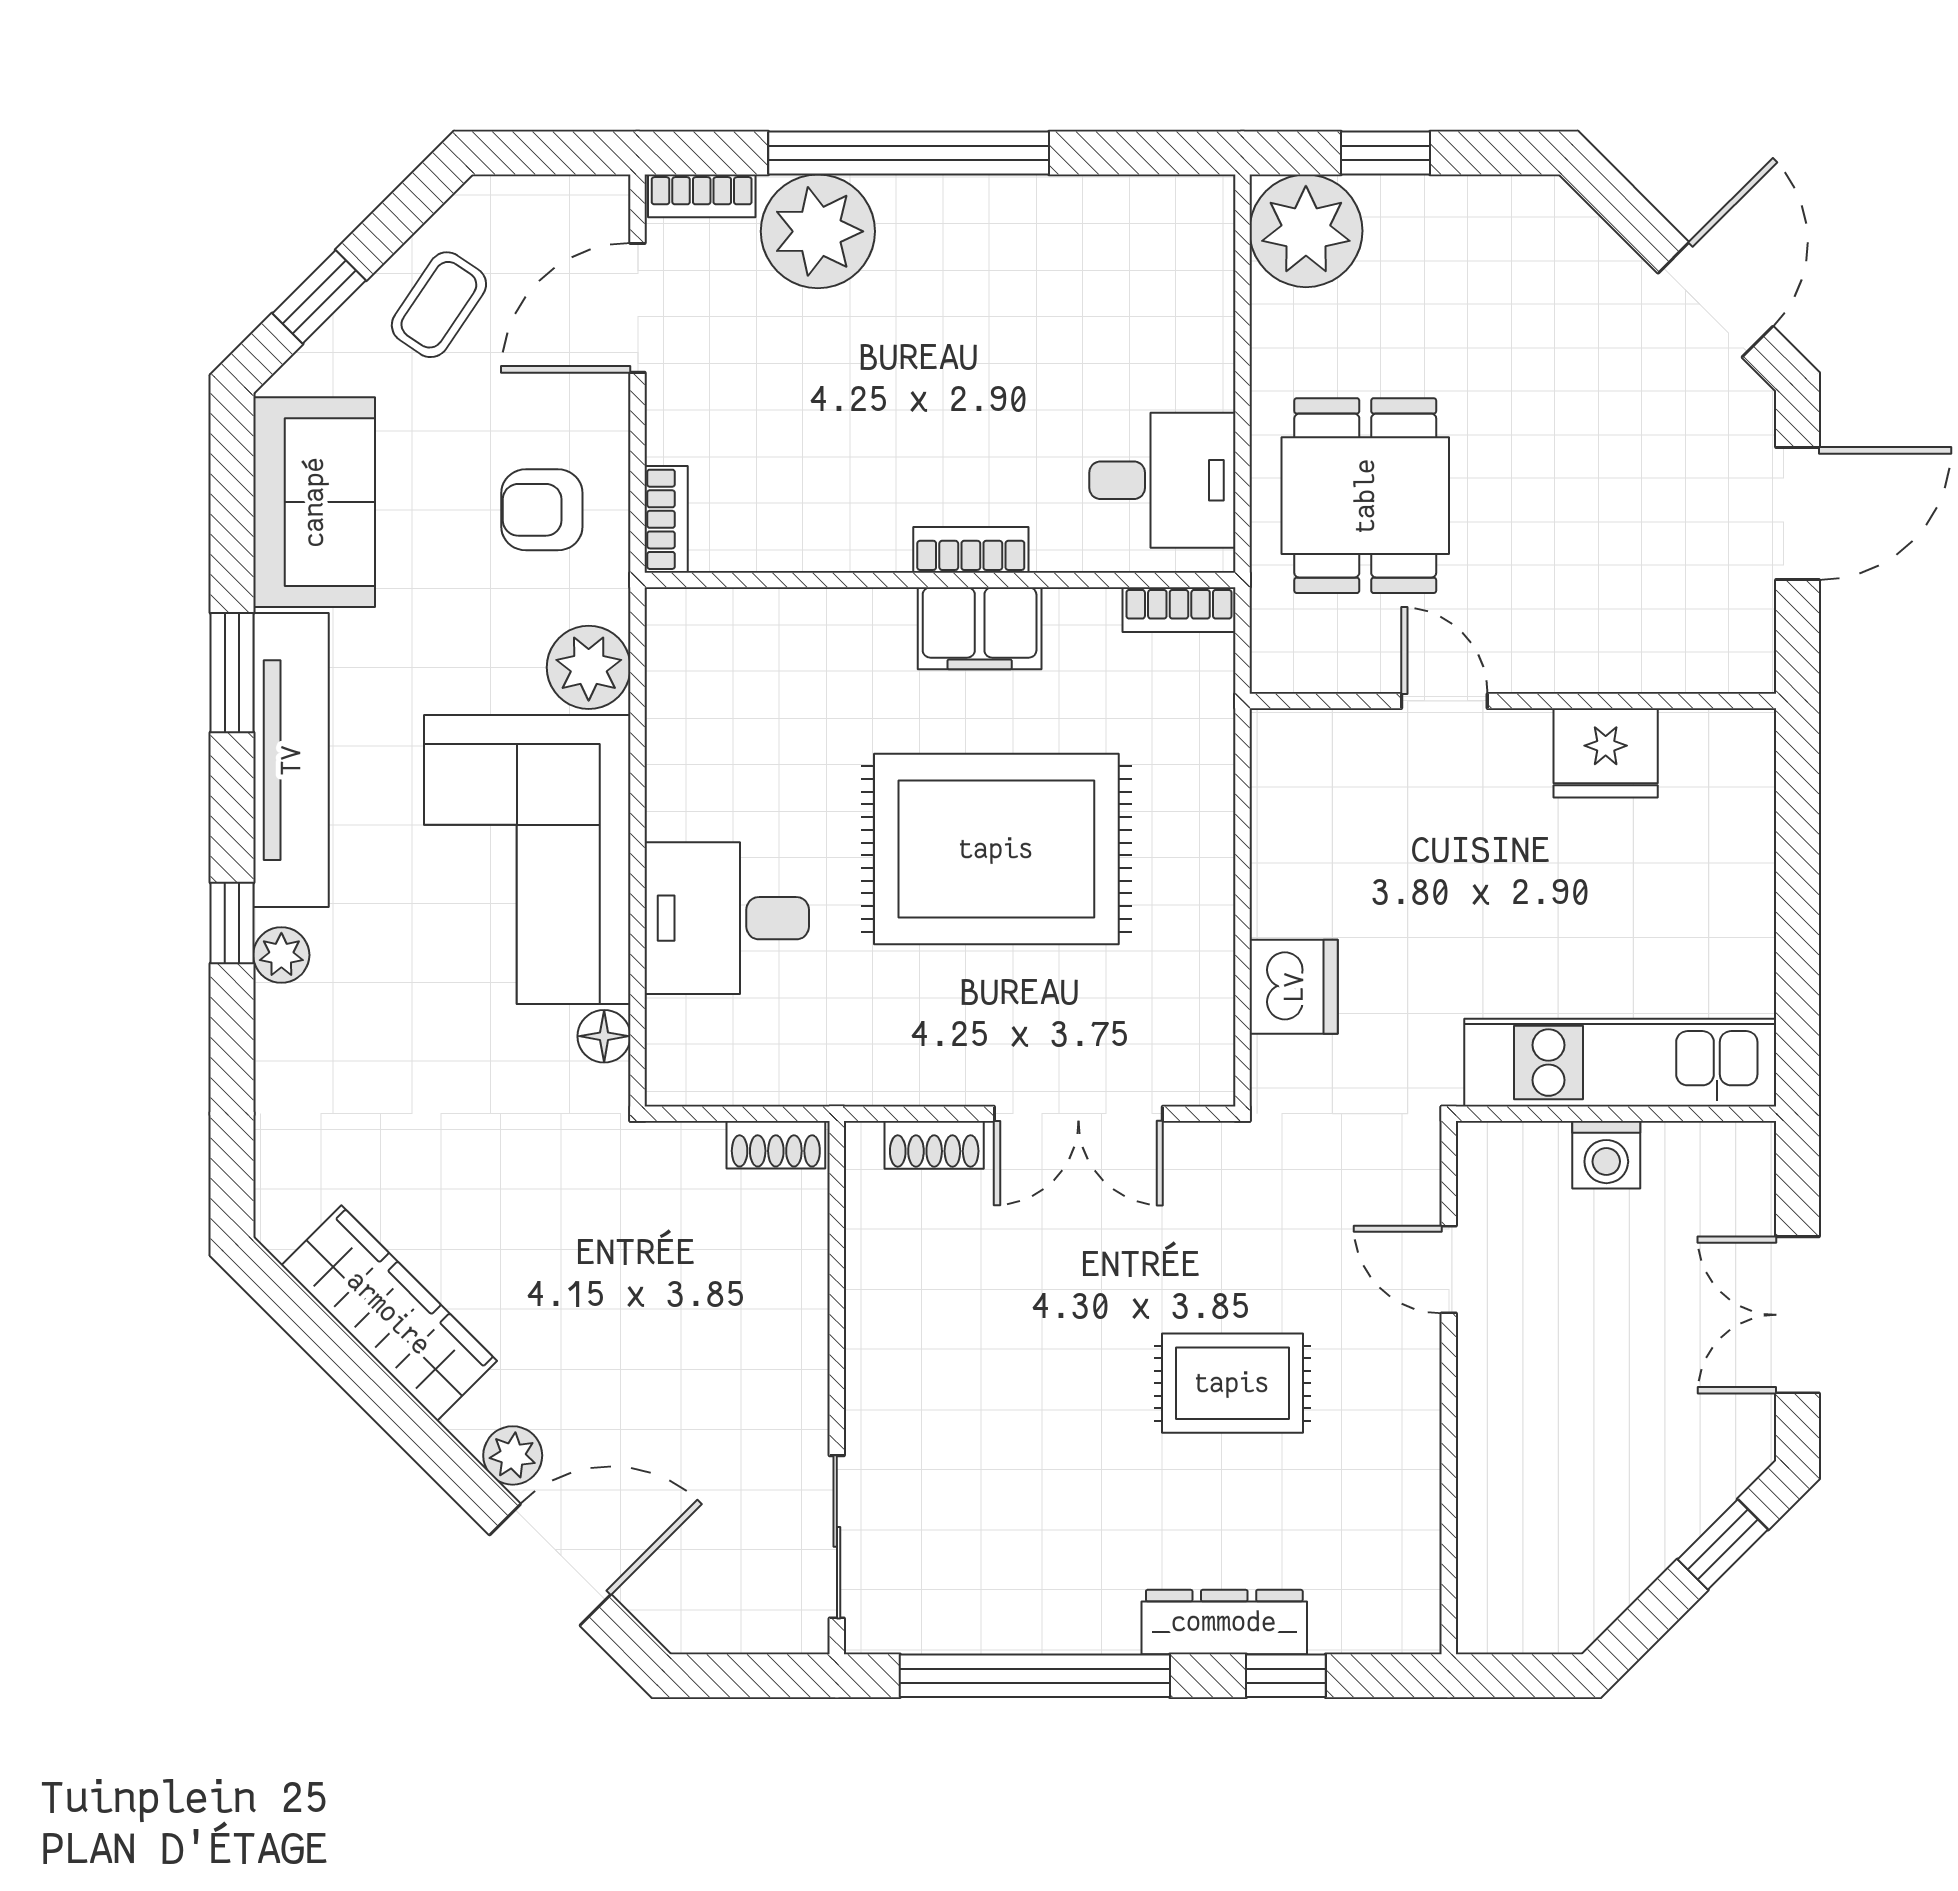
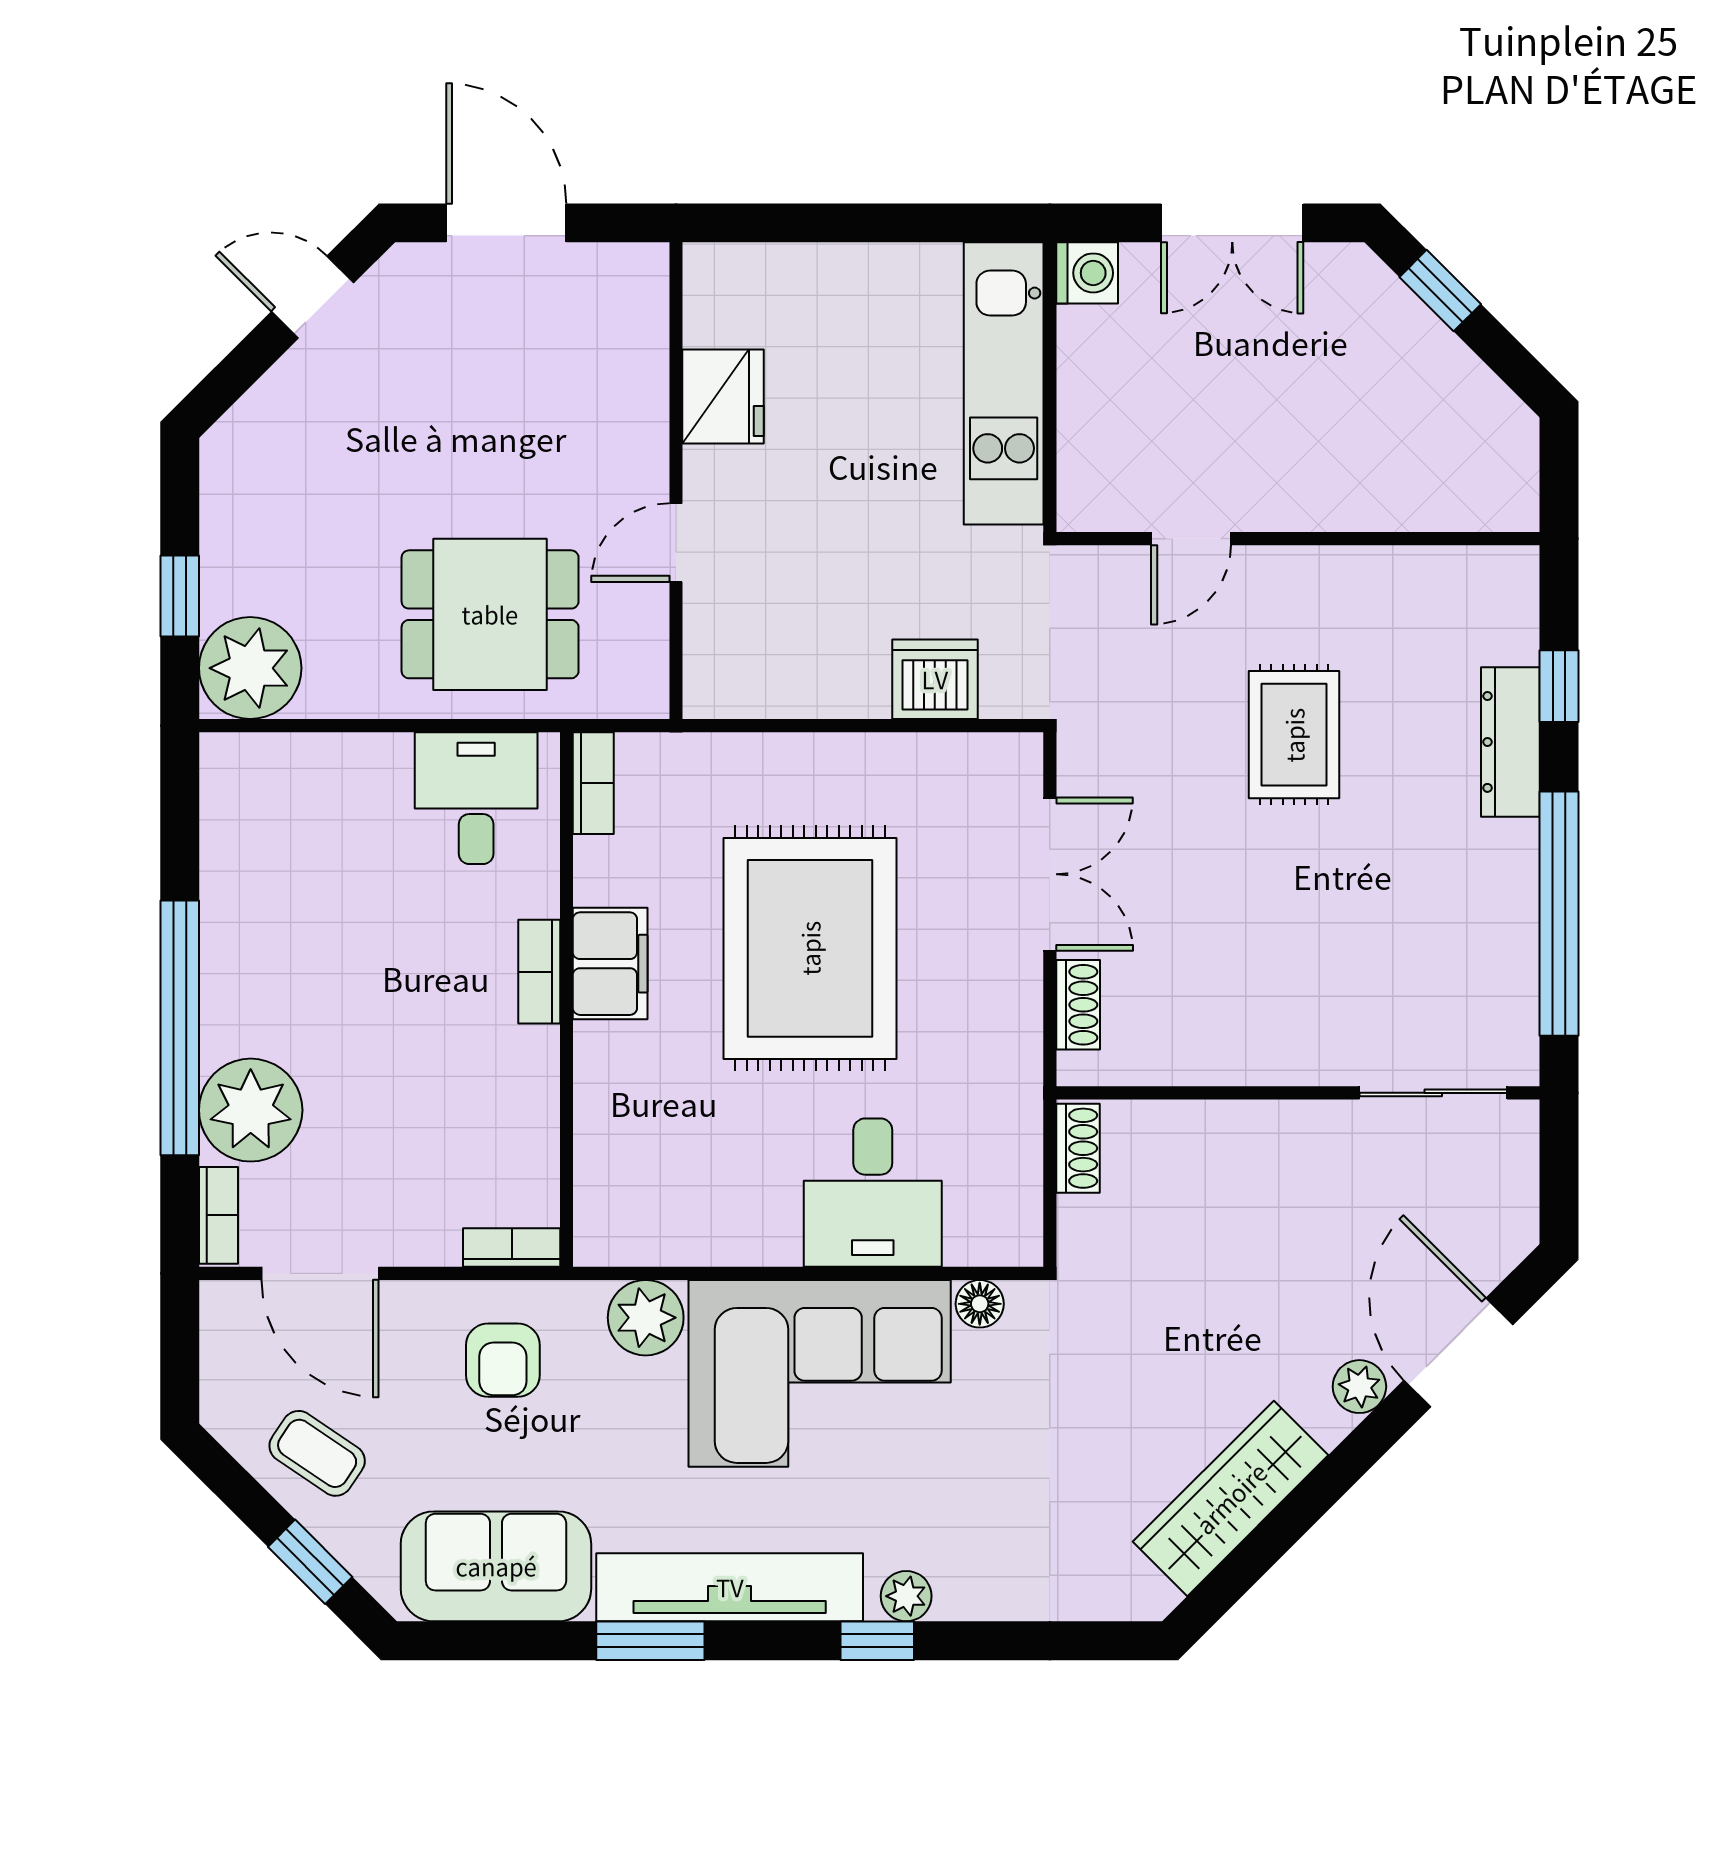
door: (1715, 300) -> (313, 297), width x0.73
washing machine: (1606, 1155) -> (1087, 273), moved

